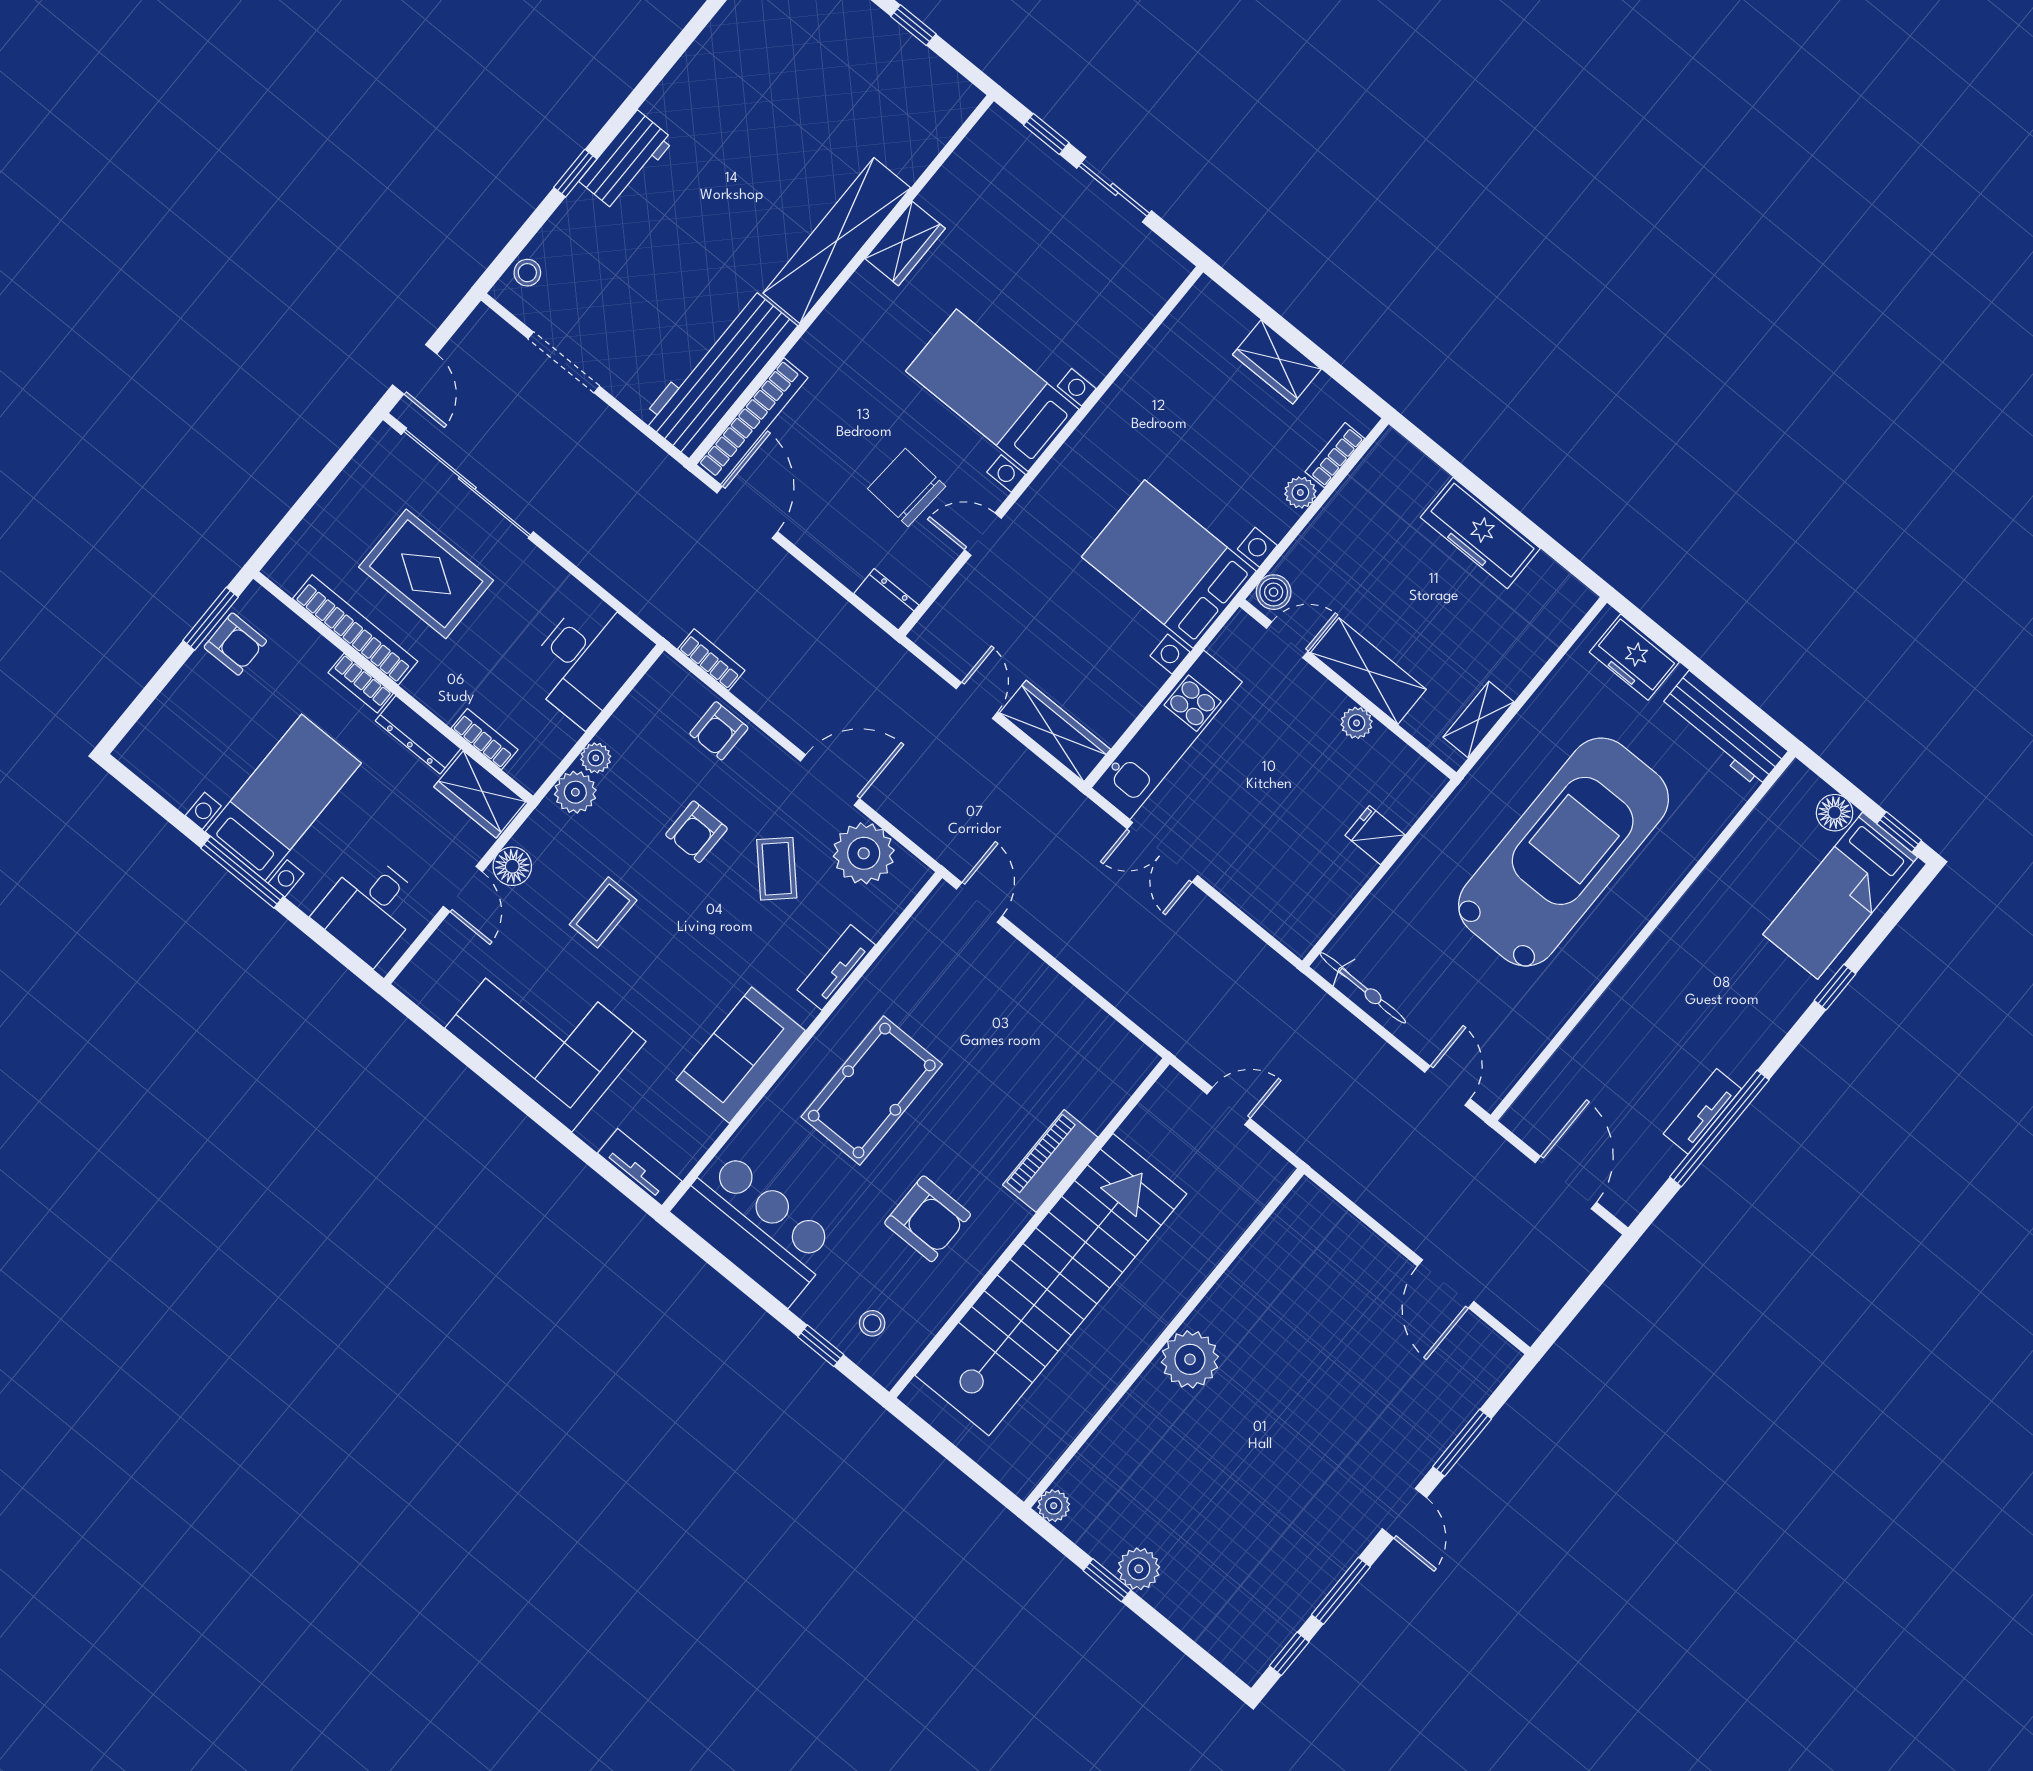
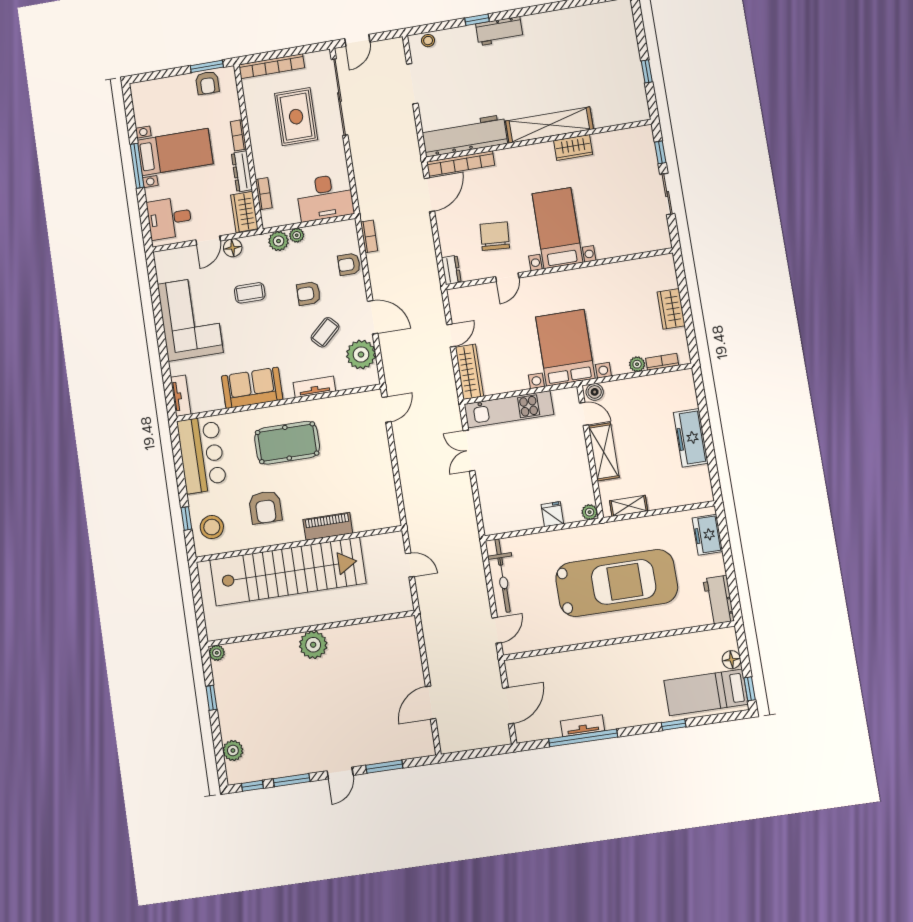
door: (983, 534) -> (507, 277), swing flipped
bookcase: (355, 630) -> (272, 66), moved, turned 90
plant: (1357, 723) -> (590, 512), moved
workbench: (1724, 729) -> (719, 600), width x0.73
bicycle: (1363, 988) -> (503, 575), width x1.37, depth x1.40
stool: (872, 1323) -> (212, 527), width x1.89, depth x1.89
plant: (1139, 1569) -> (233, 751), moved

